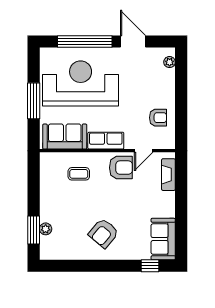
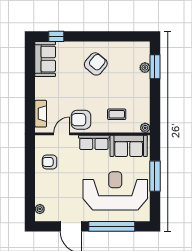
reception desk: (81, 84) -> (115, 191), turned 180
plant: (45, 158) -> (145, 128), added

